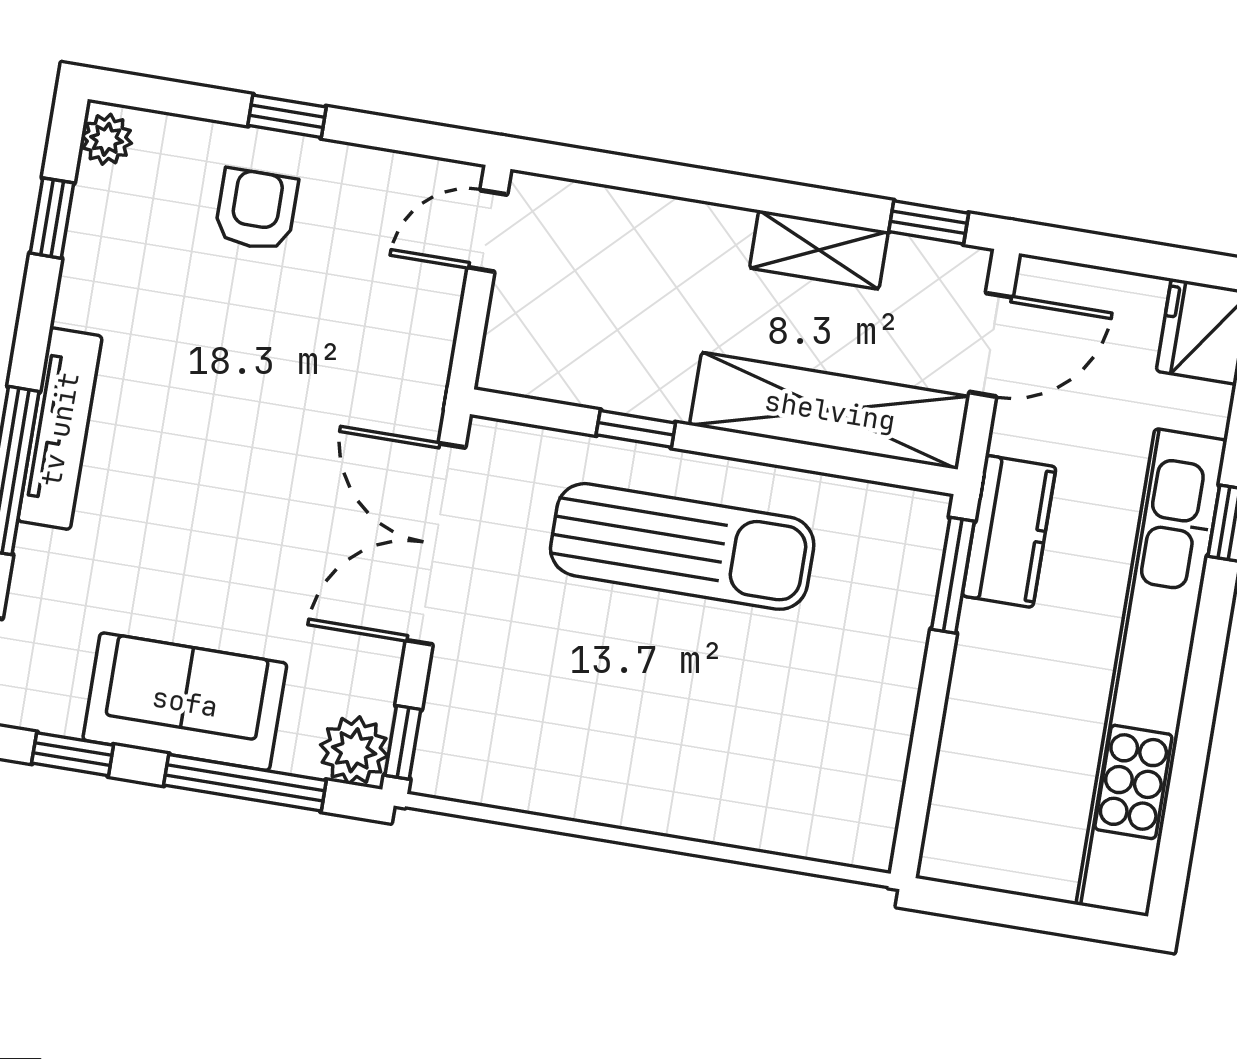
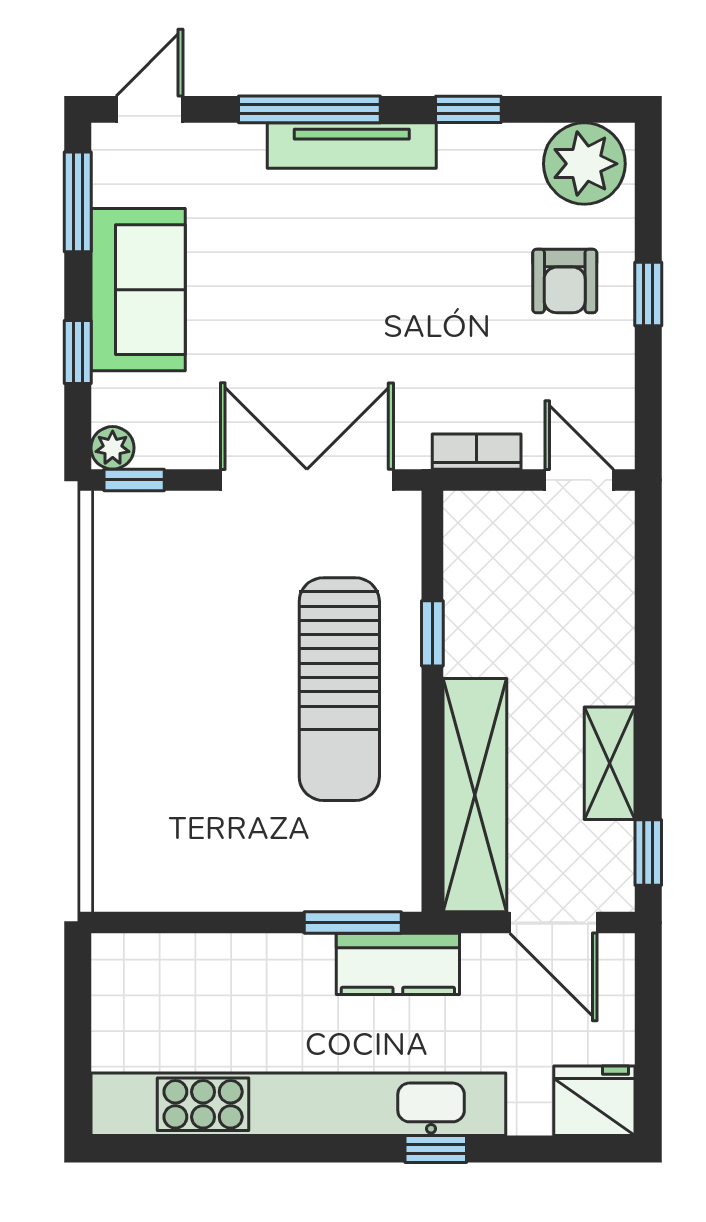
plant: (107, 139) -> (584, 164), width x1.87, depth x1.87
armchair: (256, 210) -> (565, 281), turned 90
window: (52, 218) -> (468, 109), moved
bookcase: (435, 343) -> (477, 452), added
plant: (354, 750) -> (113, 448), width x0.73, depth x0.73
window: (73, 754) -> (78, 202), width x1.50
window: (245, 783) -> (78, 352), width x0.46

